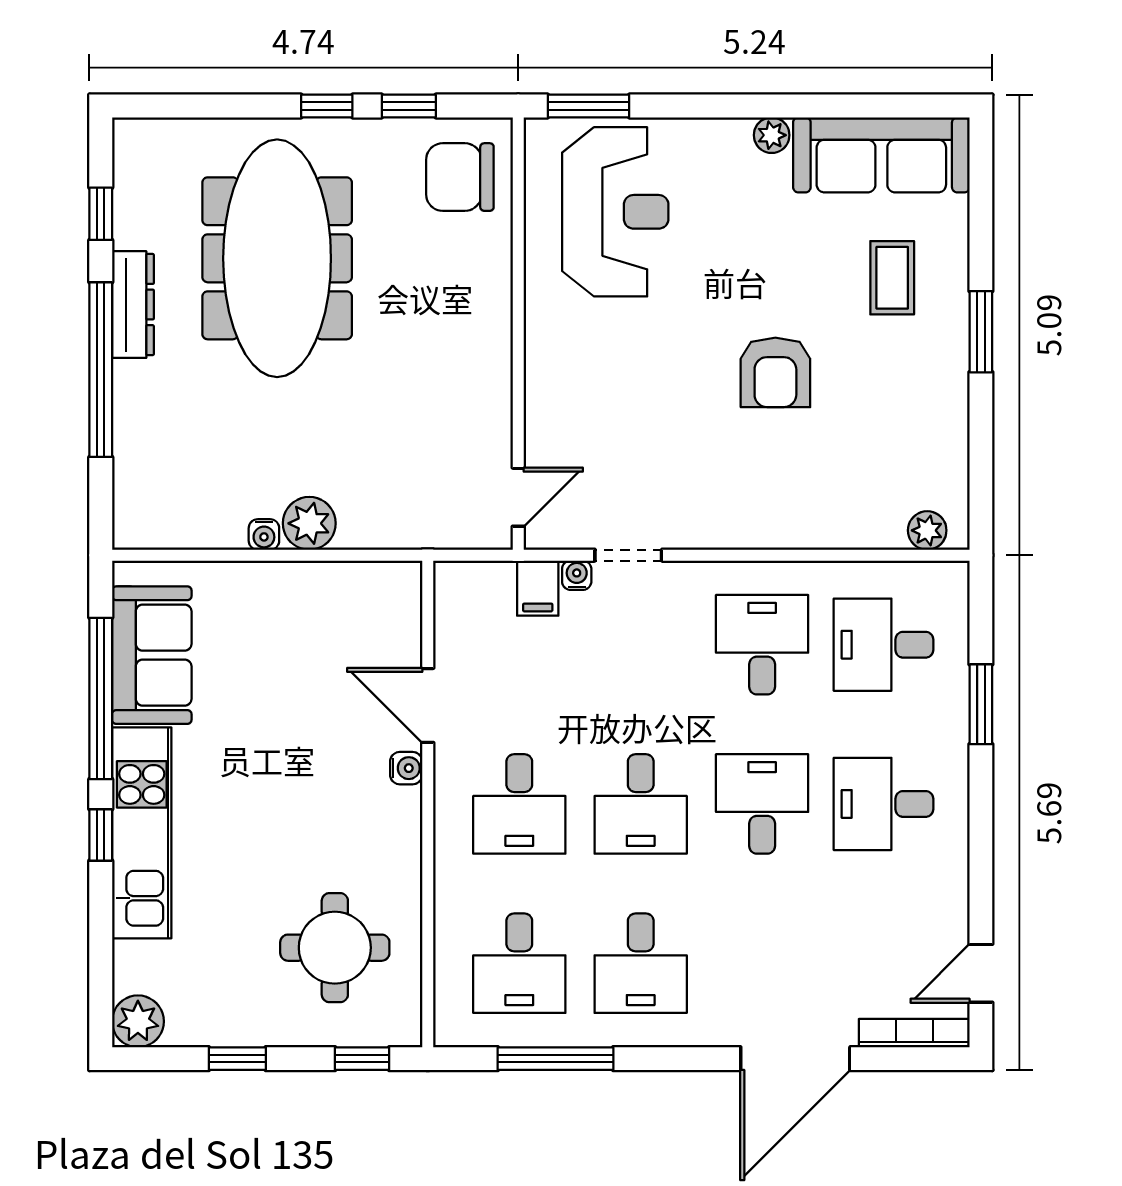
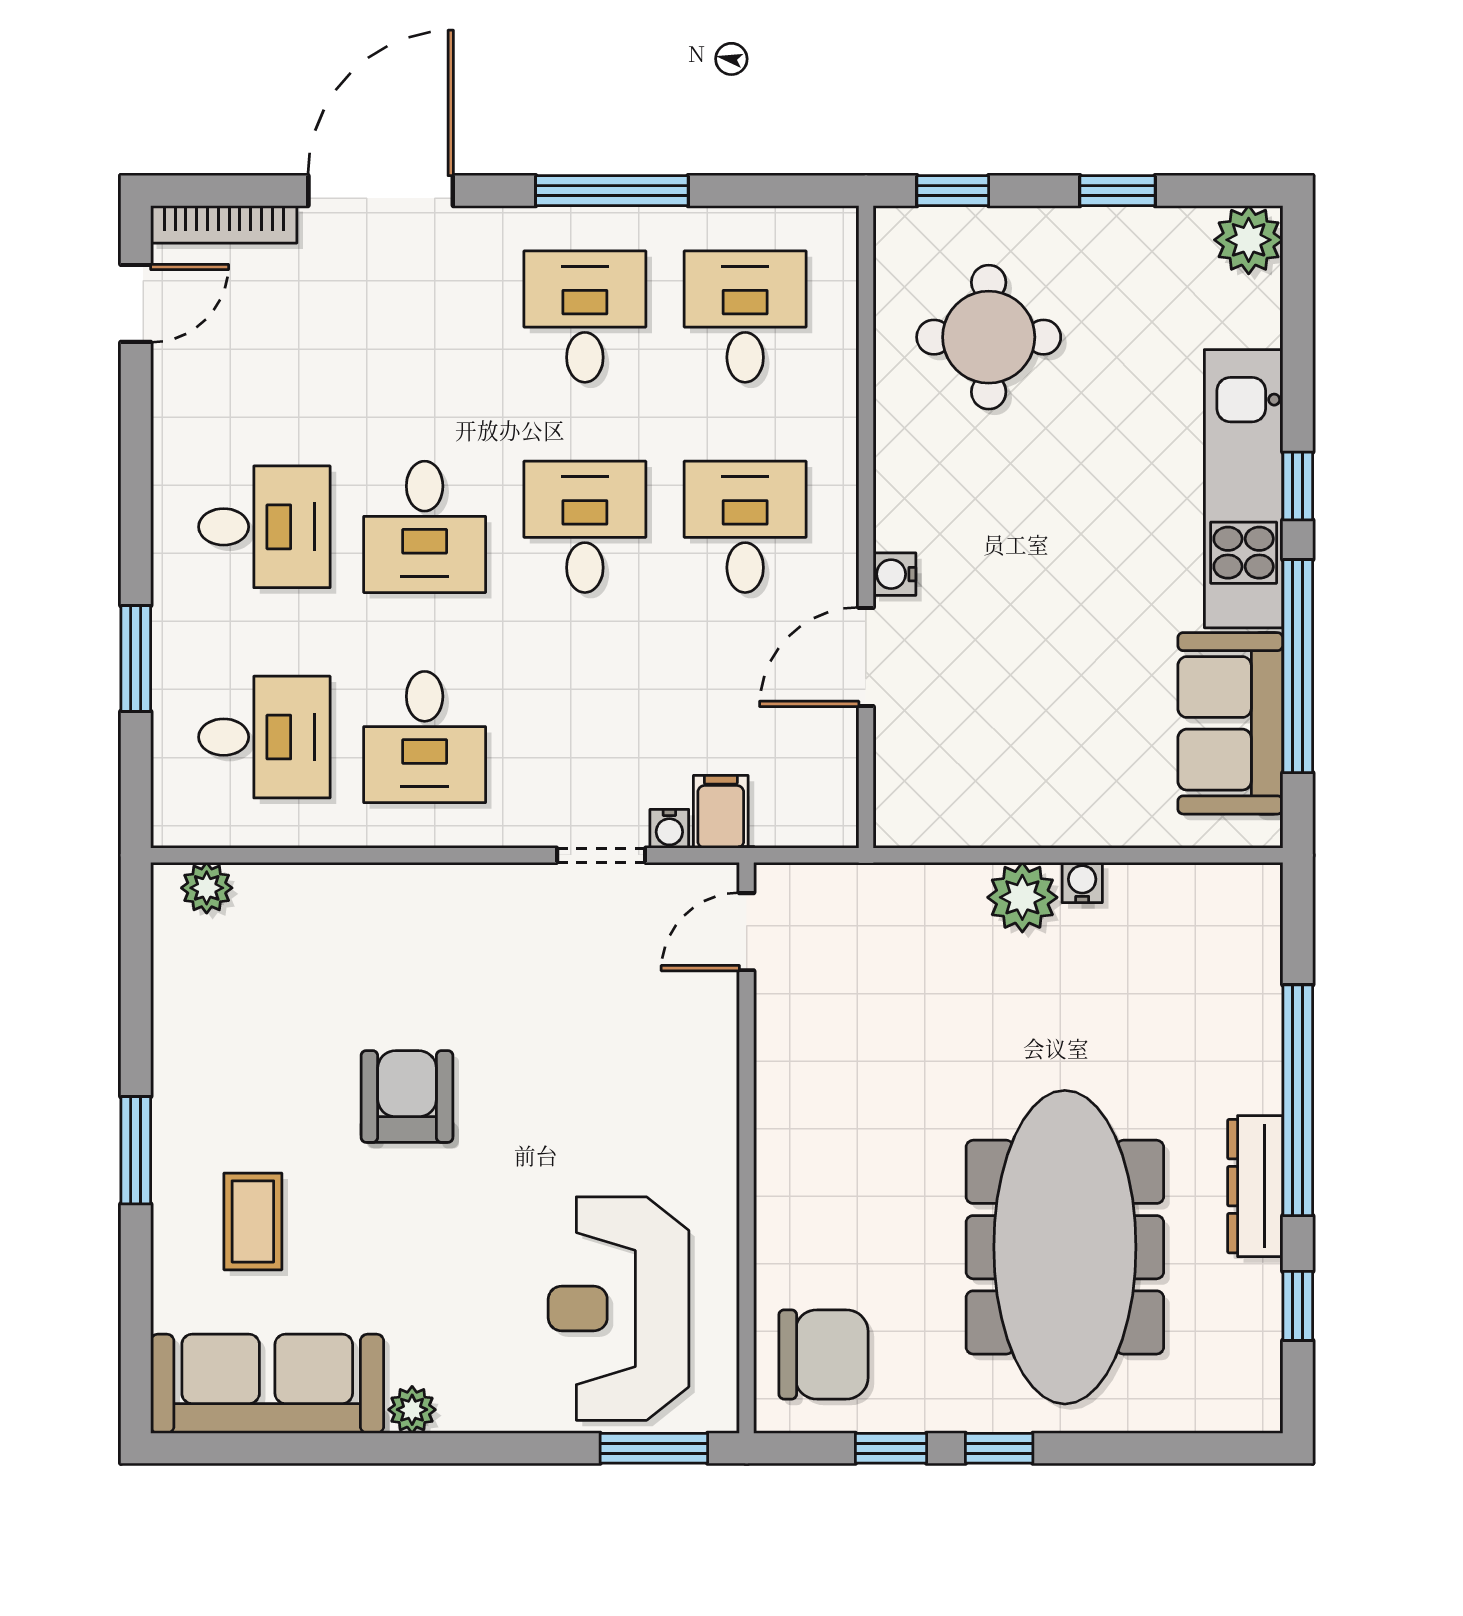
door: (428, 705) -> (866, 657), swing flipped
window: (556, 1059) -> (612, 191), moved

